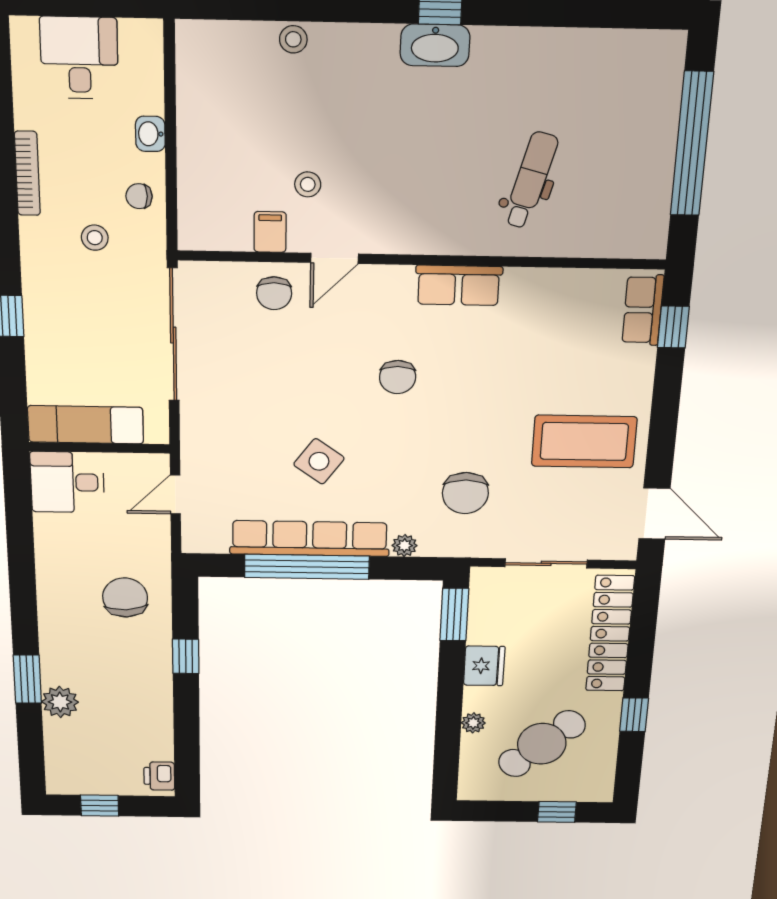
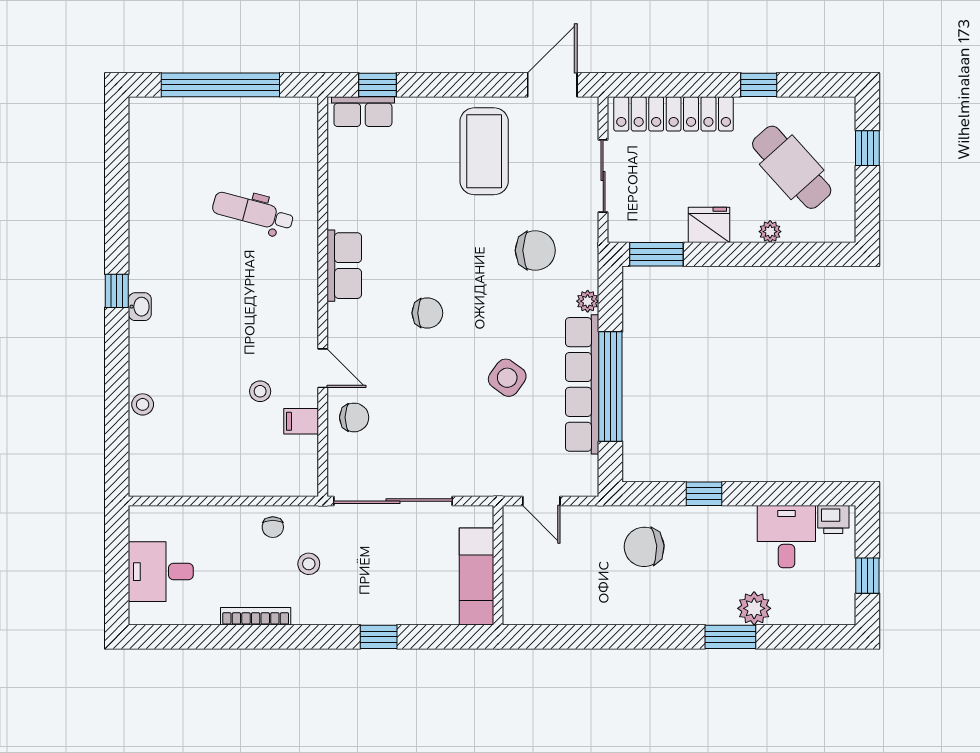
washbasin: (435, 45) -> (140, 307), width x0.52, depth x0.69
washbasin: (150, 134) -> (221, 517), removed
desk: (67, 482) -> (786, 537), moved, turned 180

